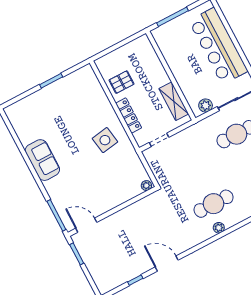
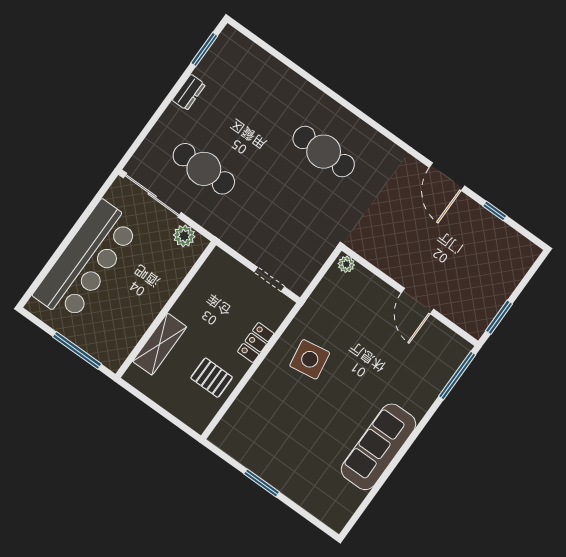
shelving: (174, 101) -> (160, 344), moved
locker: (129, 115) -> (256, 343), width x0.66
sofa: (42, 160) -> (379, 447), width x1.36
door: (86, 225) -> (417, 301), moved
plant: (219, 228) -> (355, 126), removed

